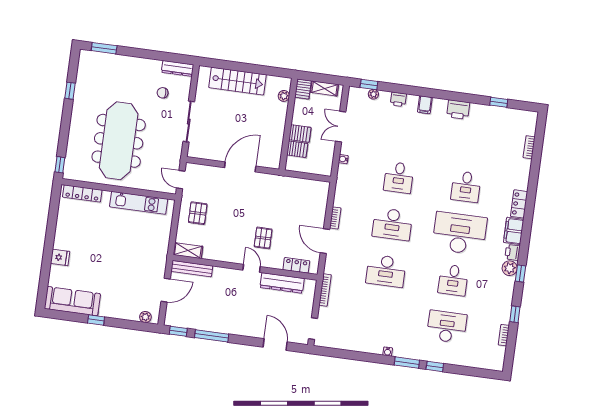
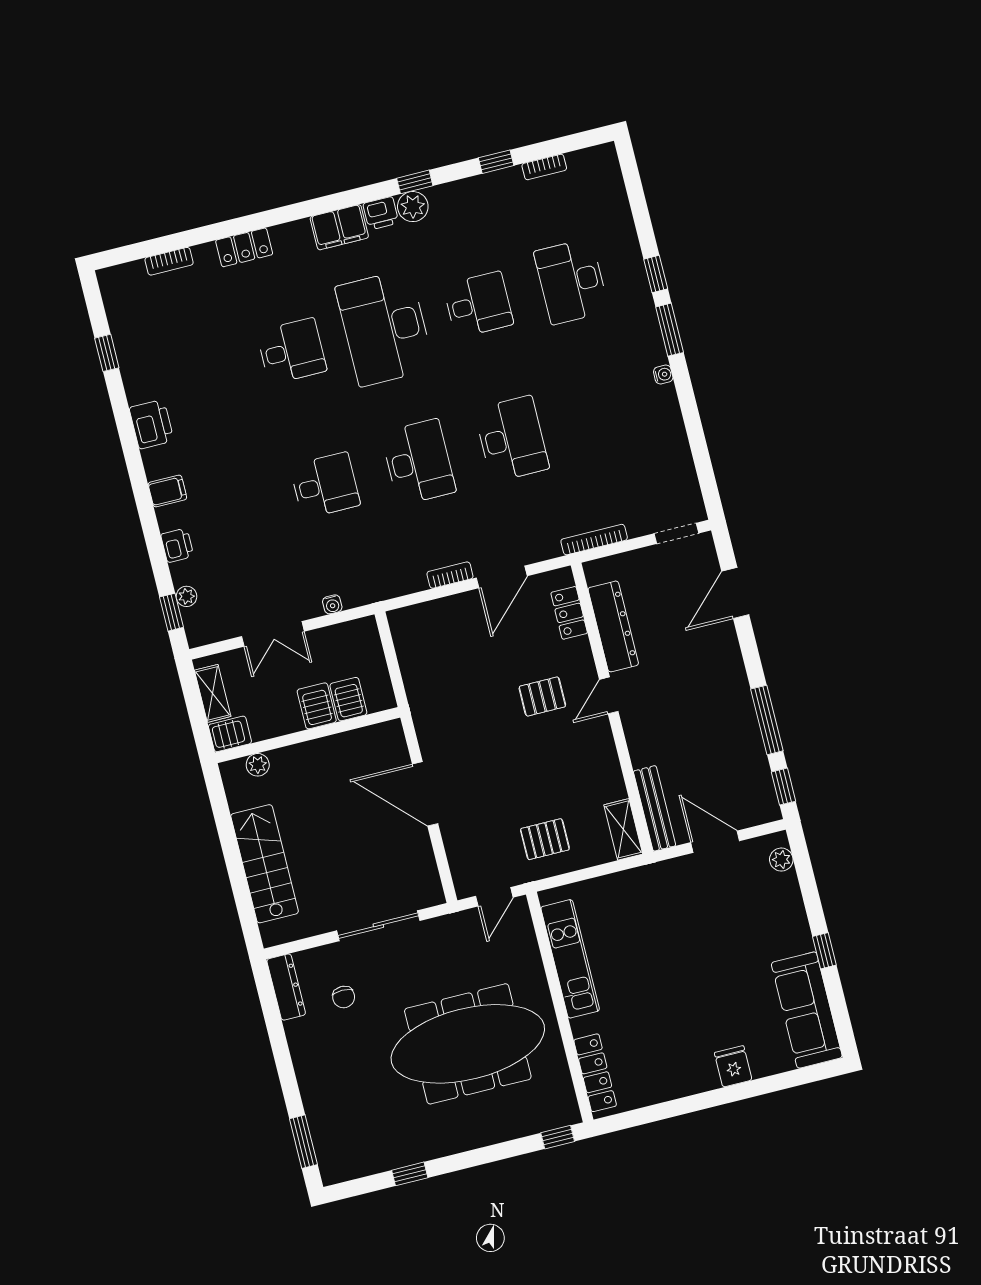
locker: (519, 204) -> (244, 247), moved

